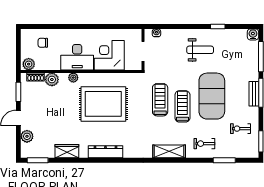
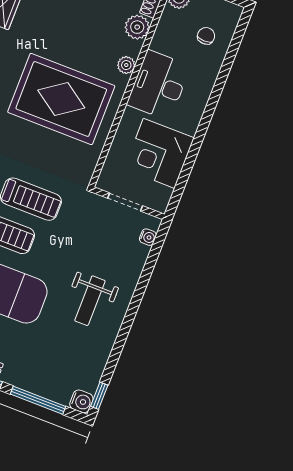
window: (218, 27) -> (99, 396), moved
corner desk: (109, 55) -> (159, 153), moved, turned 180
rug: (103, 104) -> (61, 99), turned 90

